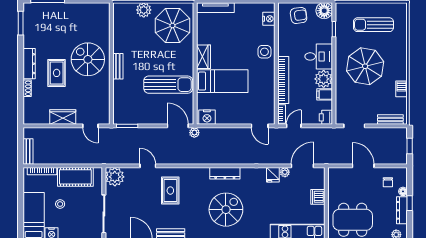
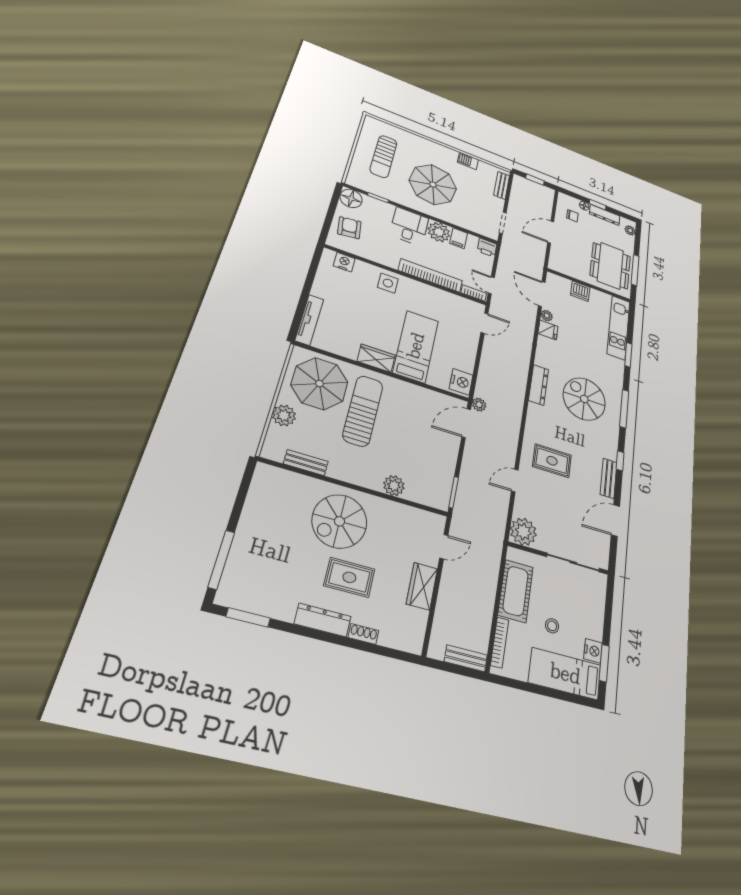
bench: (118, 66) -> (306, 463), moved
sun lounger: (168, 85) -> (363, 411), moved
plant: (120, 87) -> (394, 486), added

